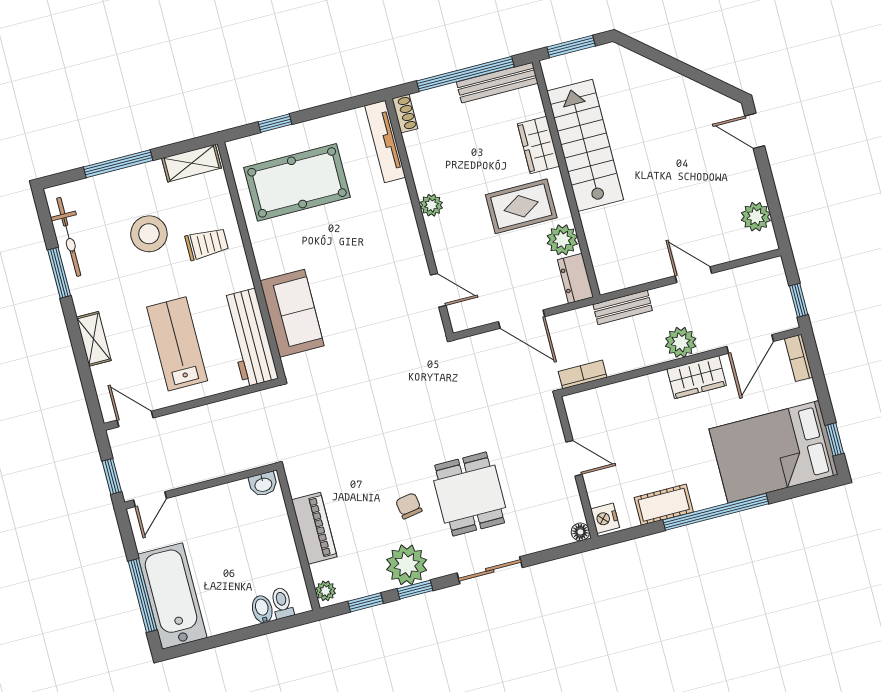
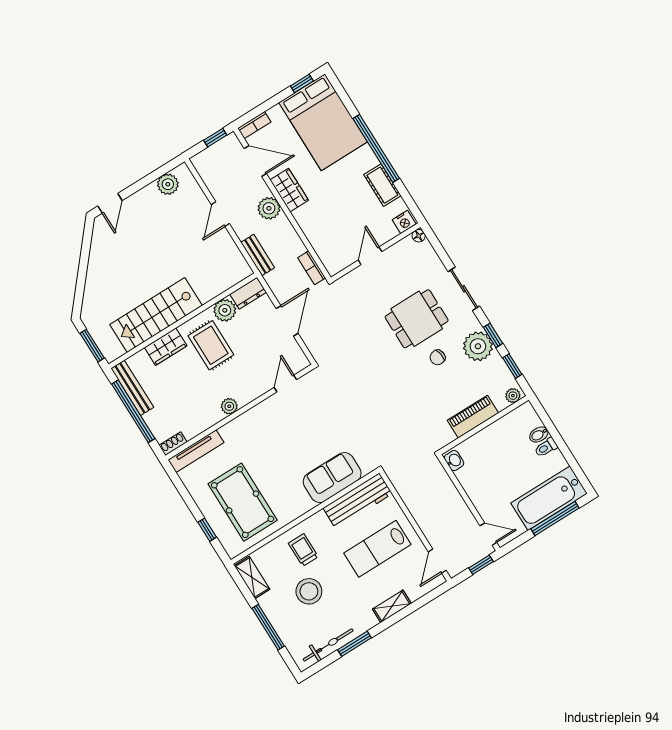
toilet: (282, 603) -> (546, 447), moved

